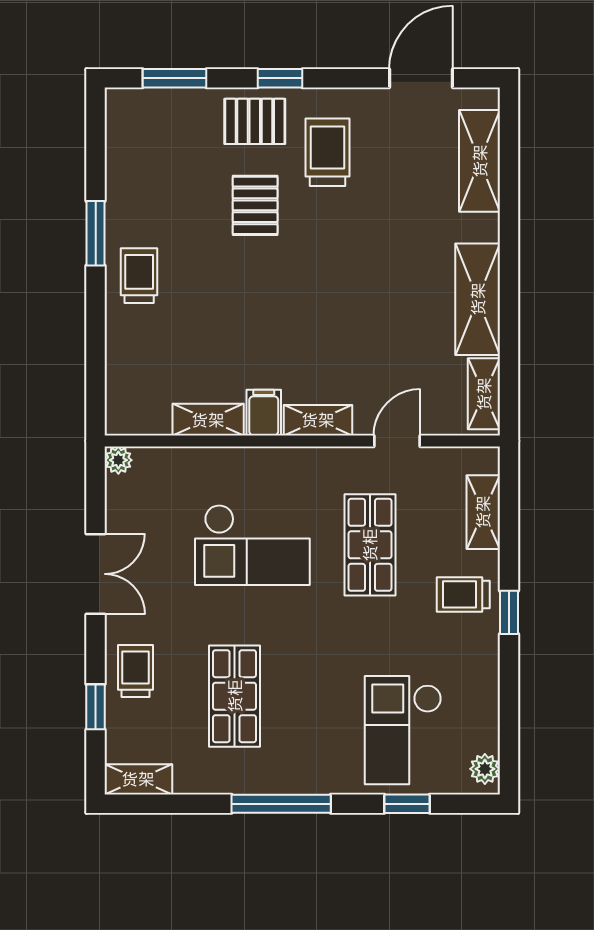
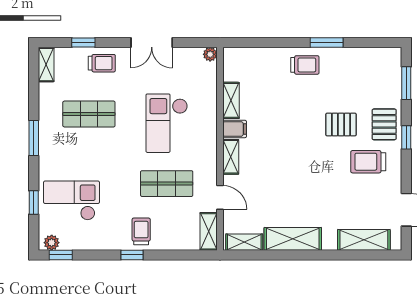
trolley: (328, 152) -> (368, 162), turned 180
shelving: (483, 512) -> (209, 231), moved, turned 90
window: (509, 751) -> (61, 255), added
window: (281, 804) -> (34, 138), width x0.69

